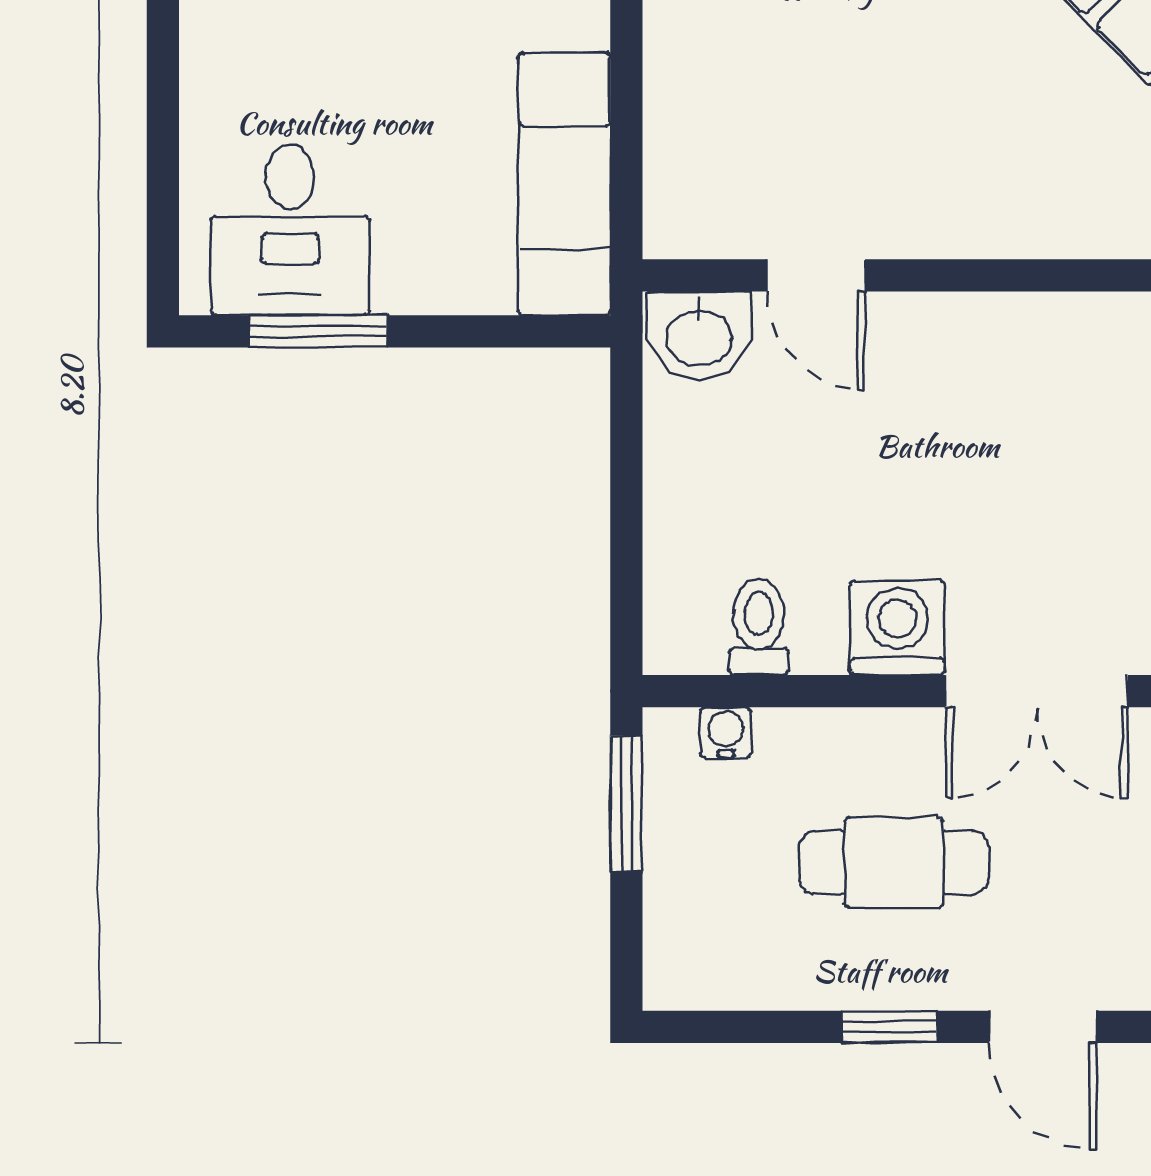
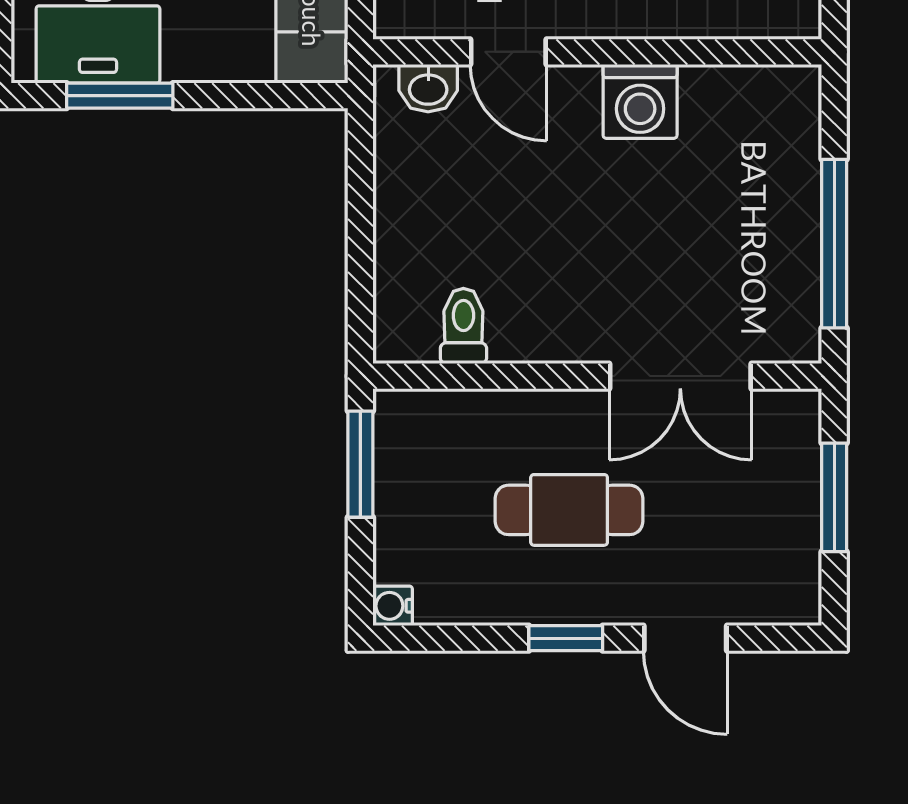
washbasin: (699, 335) -> (428, 88), width x0.72, depth x0.69
washing machine: (897, 628) -> (640, 101), moved, turned 180
water cooler: (726, 732) -> (393, 606), moved, turned -90

